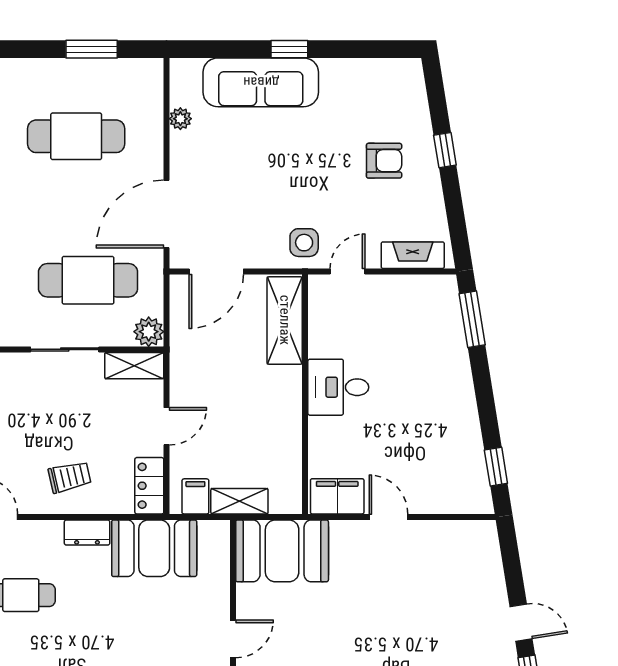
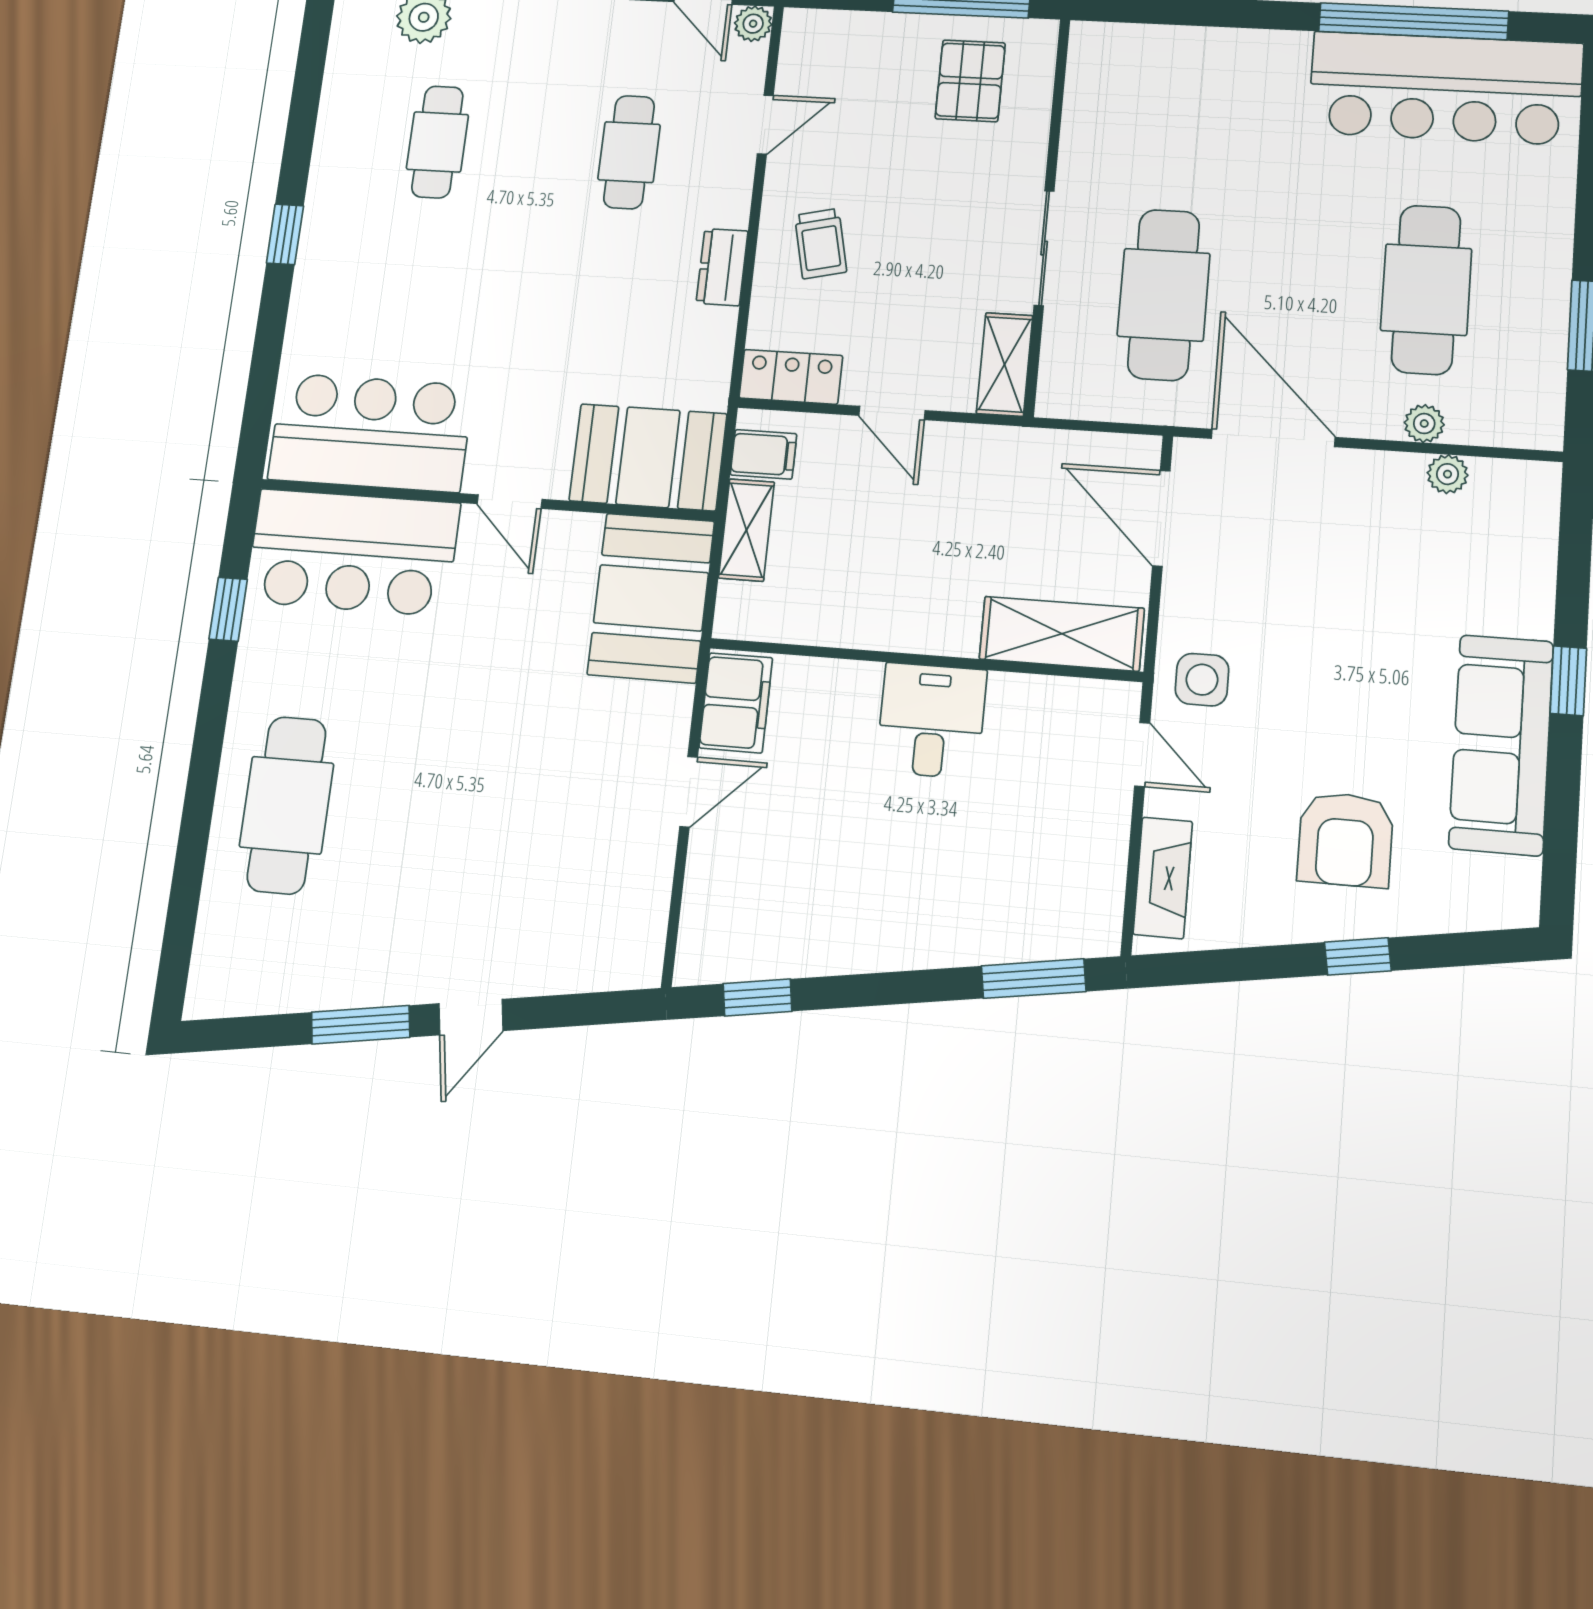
sofa: (261, 82) -> (1501, 745), moved
armchair: (384, 161) -> (1345, 840), width x1.38, depth x1.38
plant: (149, 332) -> (1424, 424), moved, width x0.73, depth x0.73
booth: (154, 548) -> (648, 457), moved, turned 90

